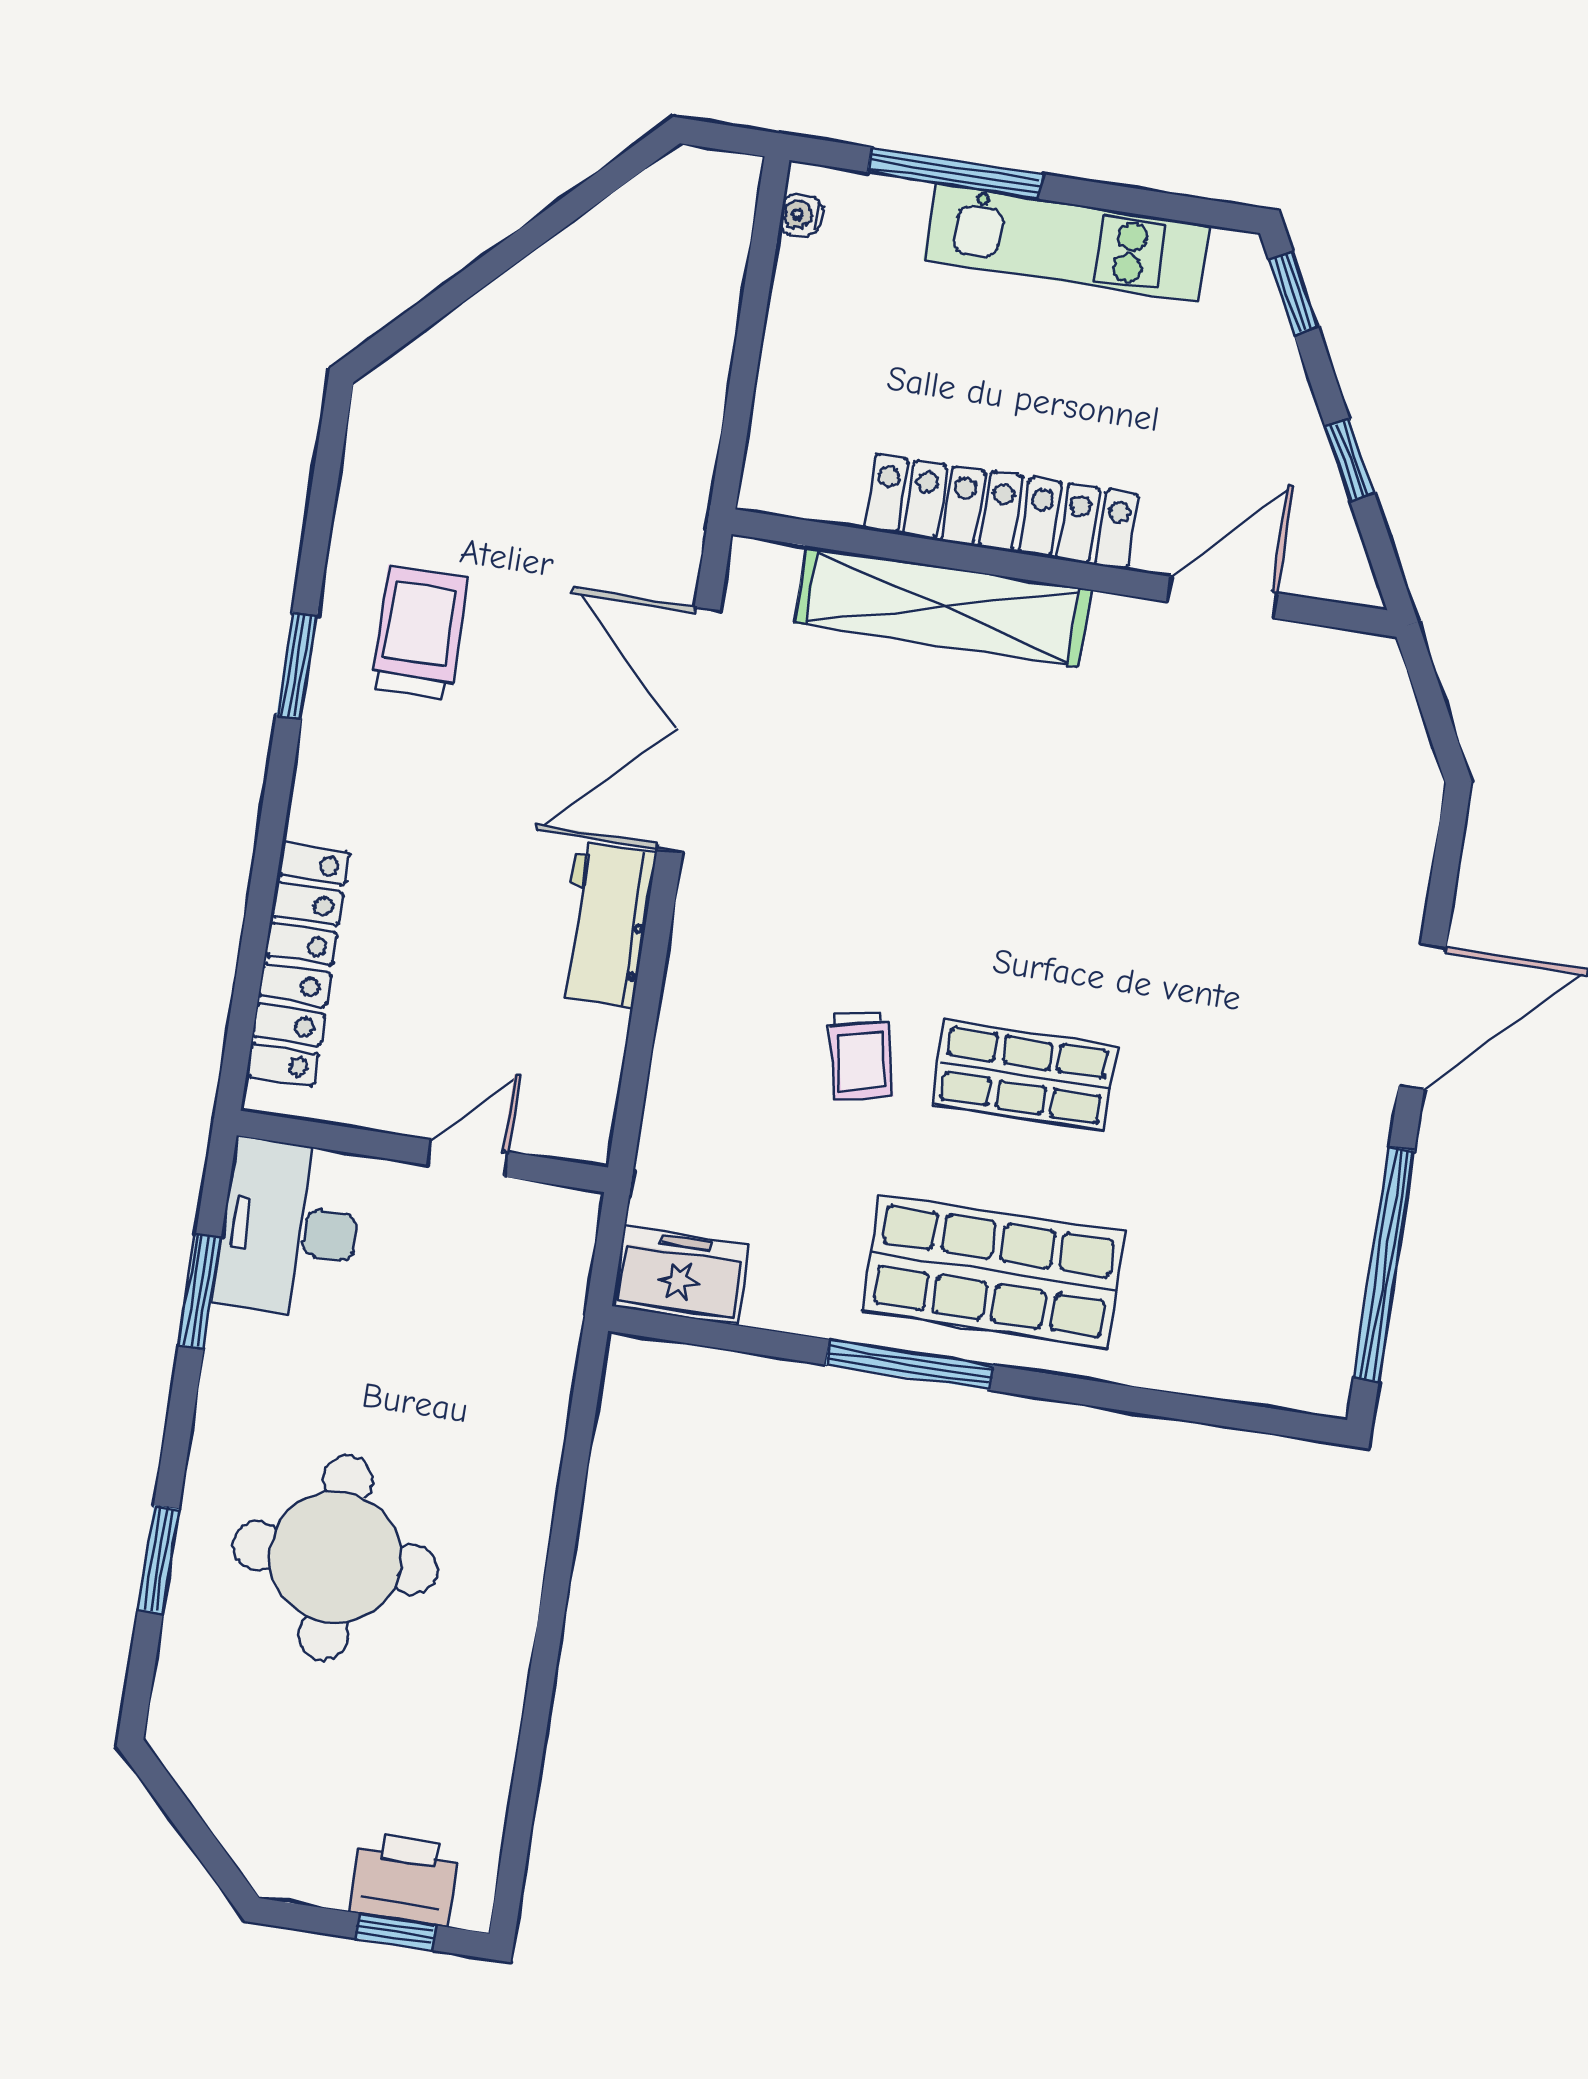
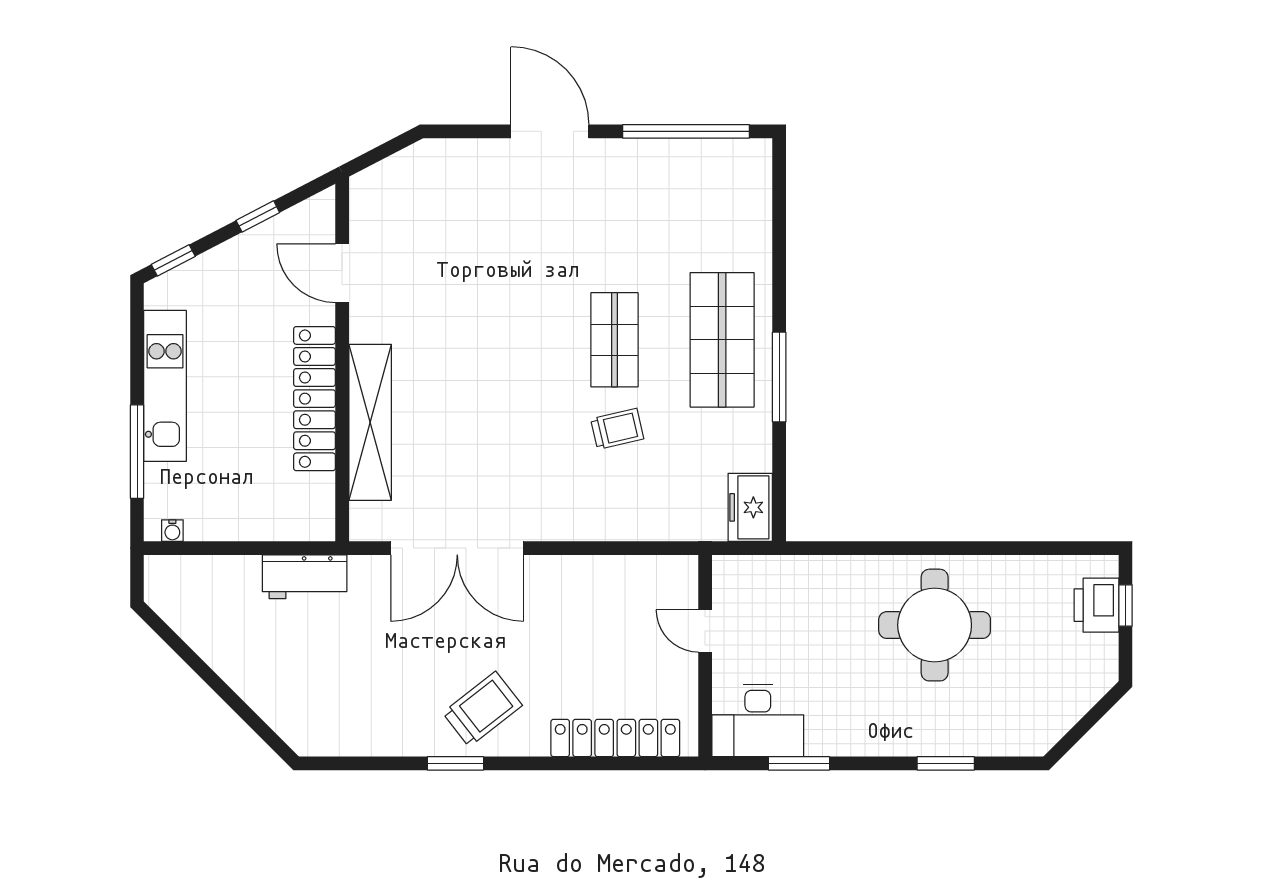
trolley: (419, 632) -> (482, 709), moved, turned 142
workbench: (605, 924) -> (305, 577), moved
round table: (336, 1557) -> (935, 625), moved

